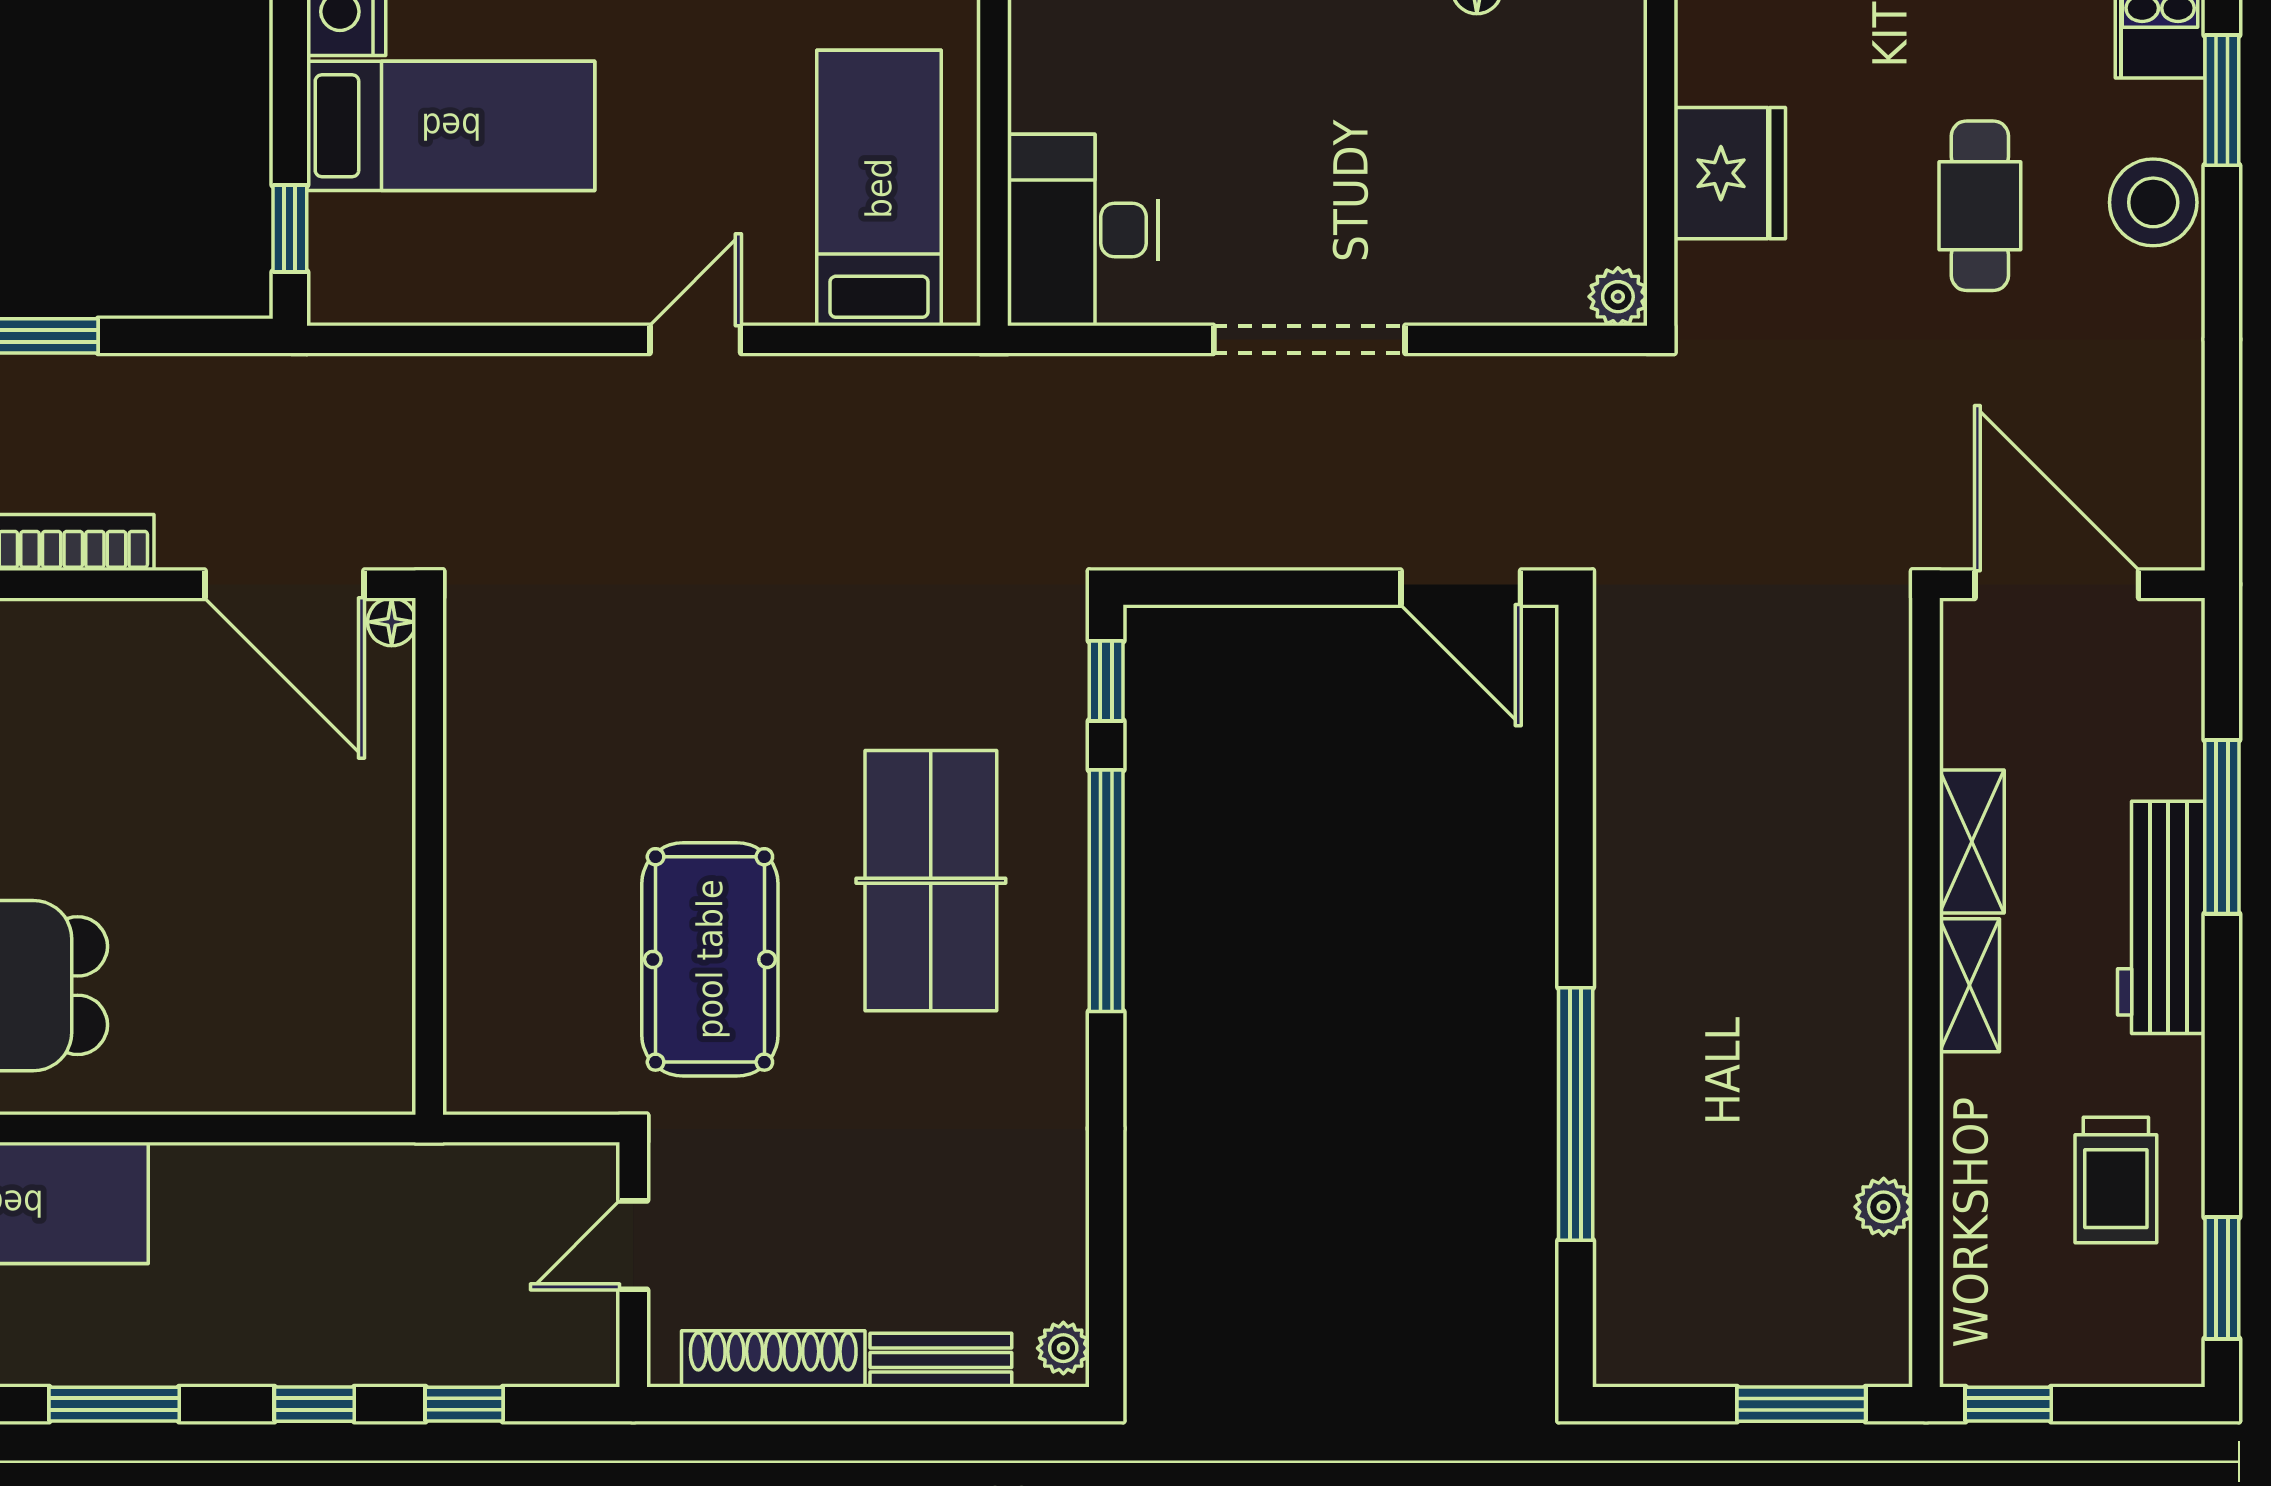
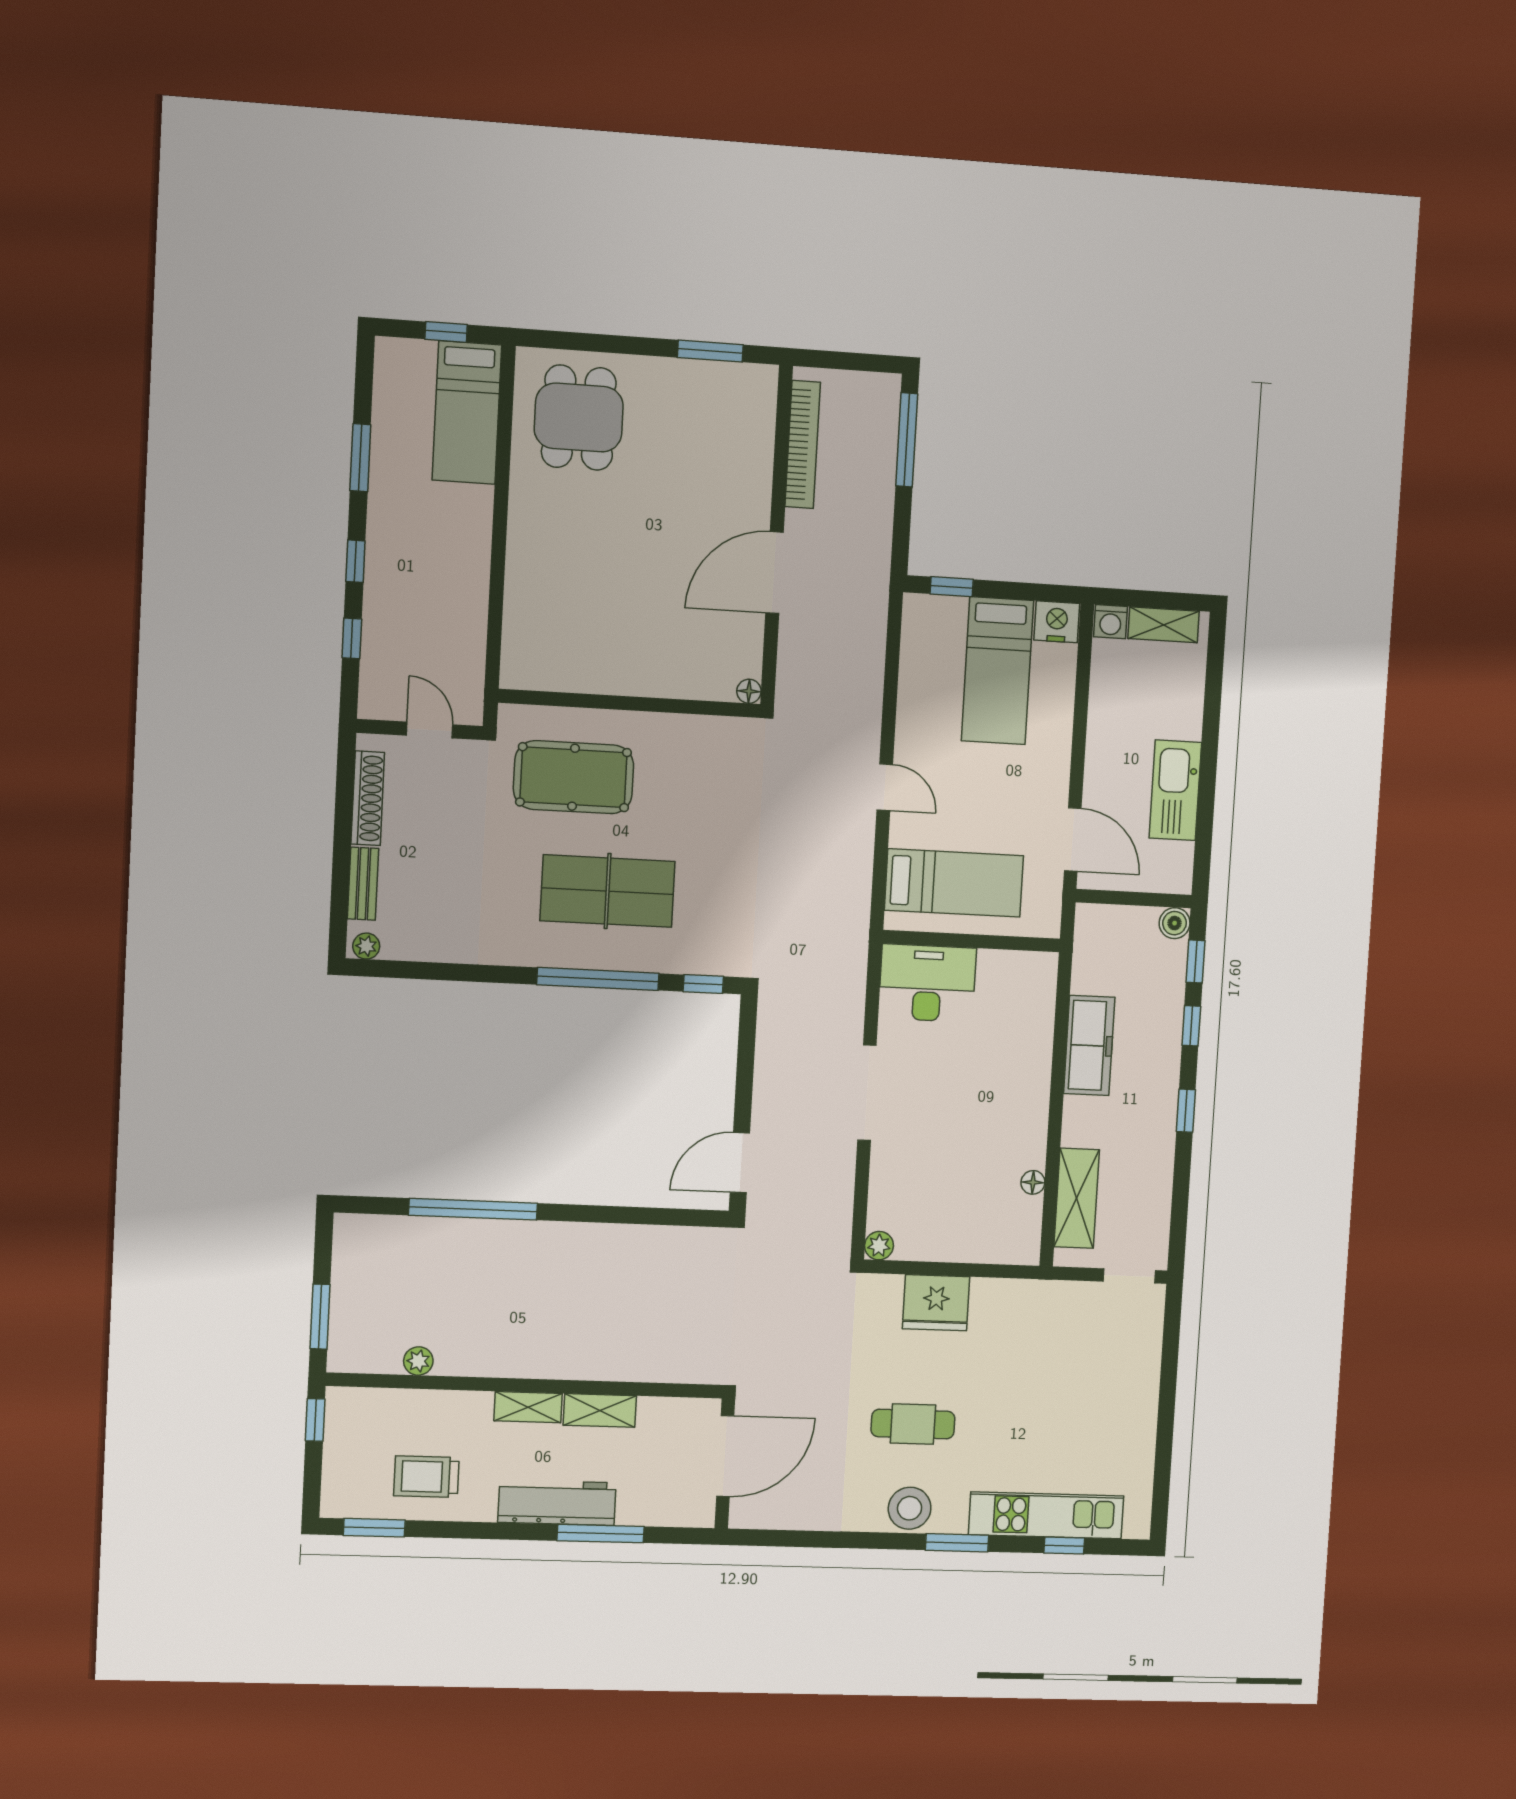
floor lamp: (392, 622) -> (749, 691), moved
wall: (429, 856) -> (630, 703), moved

